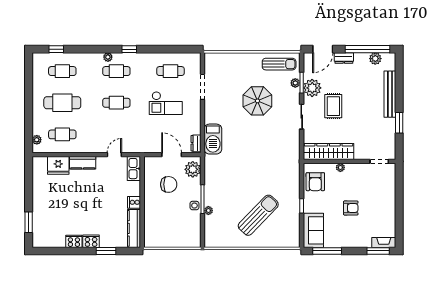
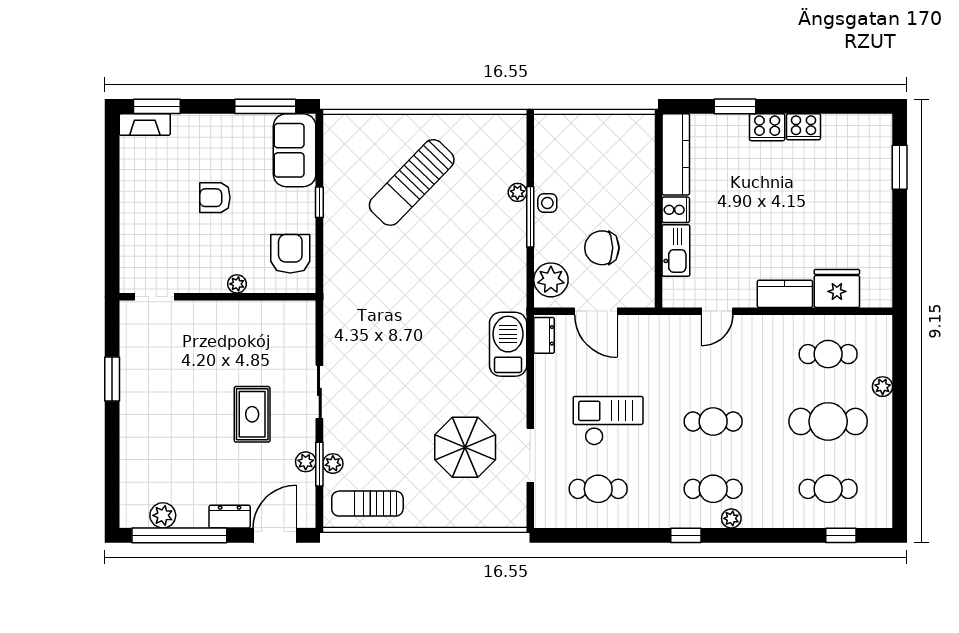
plant: (312, 88) -> (306, 462), width x0.53, depth x0.53
bench: (390, 94) -> (132, 440), removed
parasol: (257, 101) -> (465, 447), moved
plant: (37, 140) -> (883, 387), moved
wardrobe: (329, 152) -> (262, 318), removed
kitchen sink: (134, 169) -> (676, 251), moved

